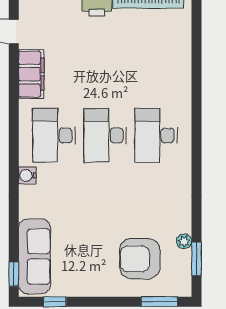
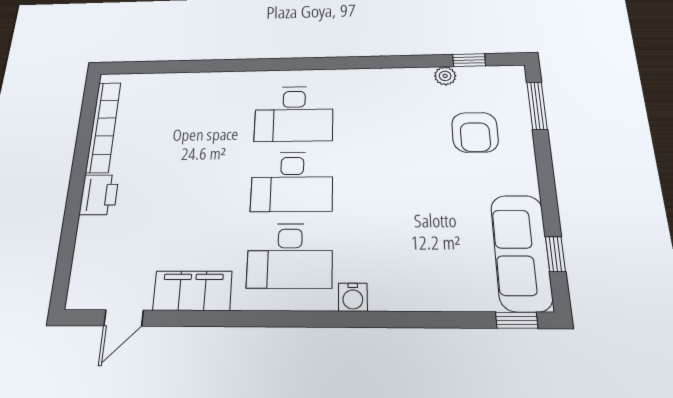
sofa: (35, 256) -> (521, 252), moved, turned -90
armchair: (140, 259) -> (475, 132), width x0.73, depth x0.73
window: (197, 259) -> (469, 60), width x0.67

